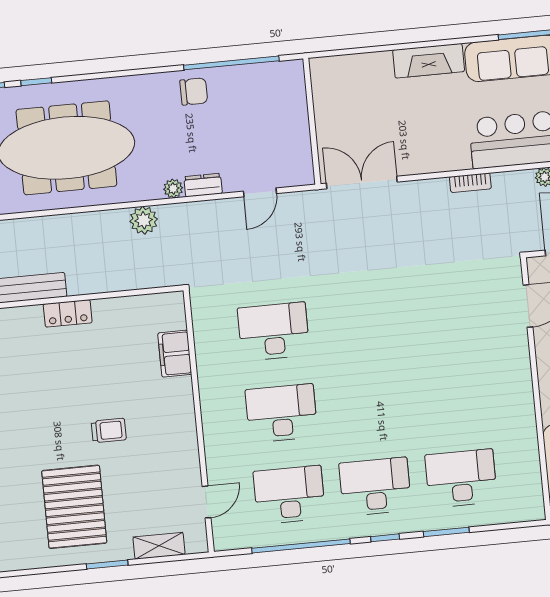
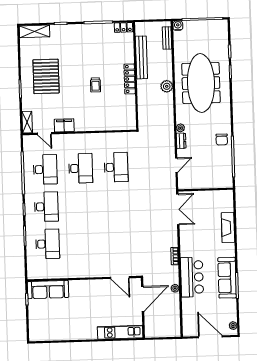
fireplace: (429, 61) -> (228, 228), moved
door: (260, 192) -> (176, 165), swing flipped
plant: (144, 220) -> (167, 86), moved
locker: (68, 313) -> (130, 79), width x1.53
filing cabinet: (175, 354) -> (64, 125), moved
trolley: (109, 430) -> (95, 85), moved
pallet: (74, 507) -> (46, 76), turned 90
shelving: (159, 546) -> (27, 122), moved

